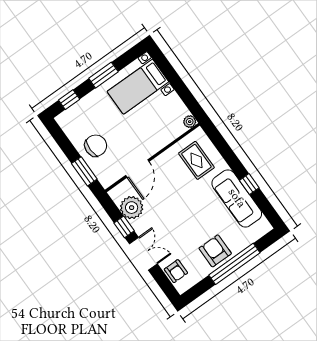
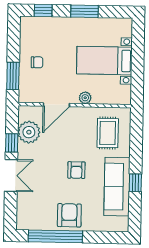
bed with nightstands: (138, 87) -> (104, 61), moved
plant: (190, 122) -> (85, 98), moved
chair: (96, 146) -> (37, 62), width x0.54, depth x0.54
window: (234, 264) -> (55, 236), moved
armchair: (176, 271) -> (76, 170), moved

